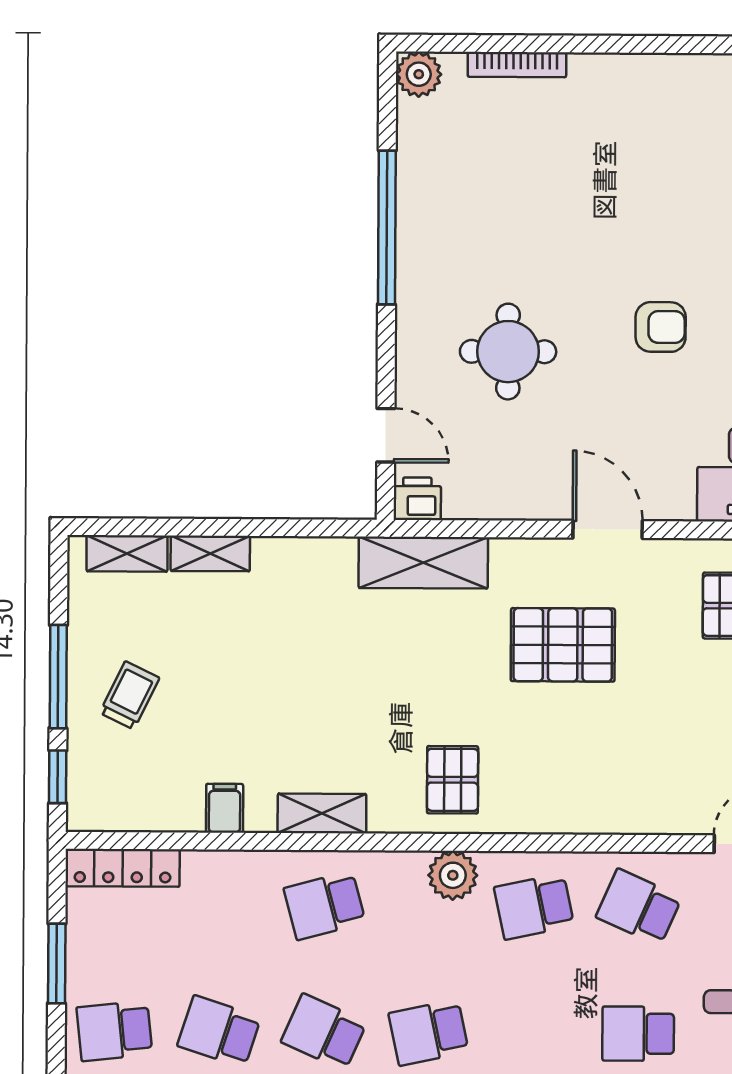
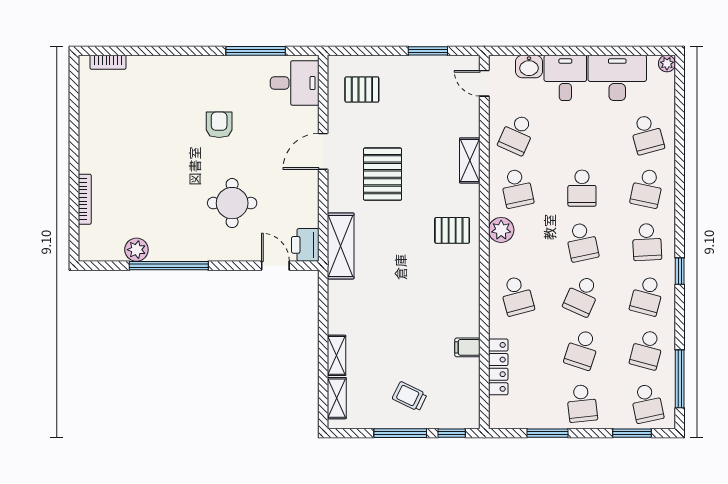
plant: (419, 74) -> (136, 250), moved
door: (386, 435) -> (275, 266), hinge flipped
printer: (417, 499) -> (305, 245), width x1.36, depth x1.24
shelving: (322, 813) -> (470, 160), moved
locker: (123, 868) -> (498, 367), moved
school desk: (638, 1034) -> (582, 188), moved

